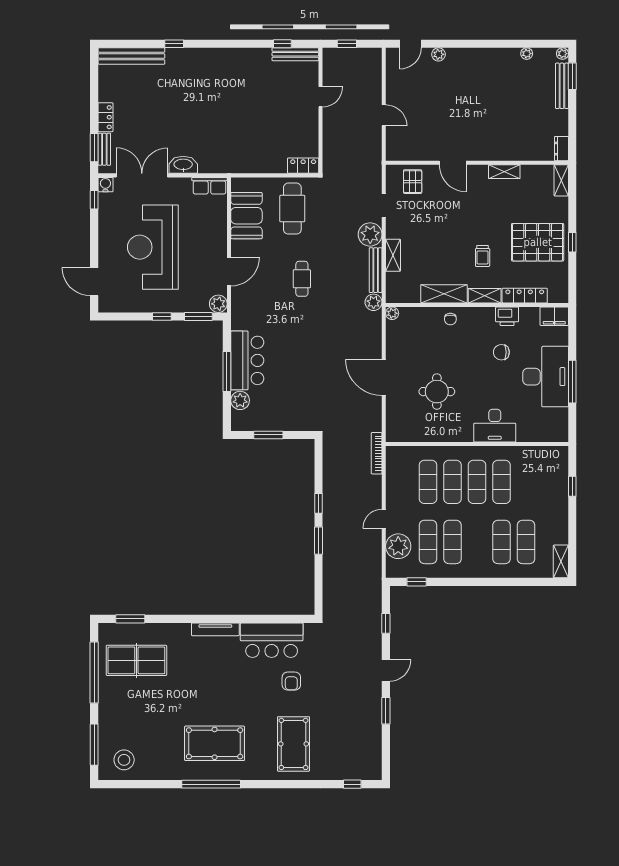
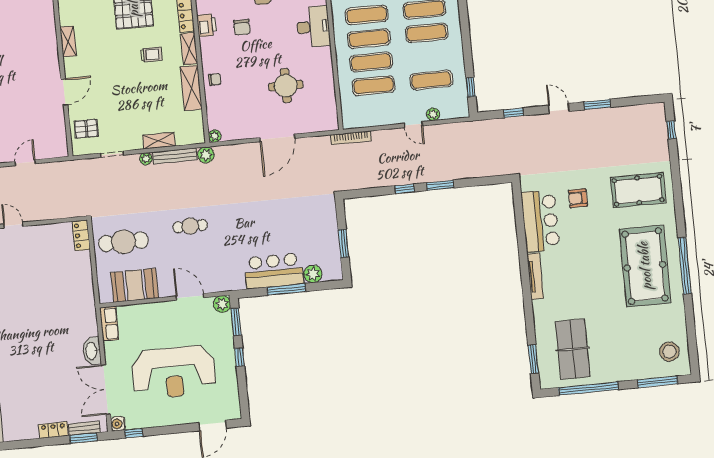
plant: (370, 234) -> (146, 159), width x0.53, depth x0.53
exercise mat: (453, 542) -> (427, 33), moved
plant: (398, 546) -> (433, 114), width x0.53, depth x0.53
armchair: (291, 681) -> (578, 198), turned 180
pool table: (215, 743) -> (645, 266), width x1.36, depth x1.32

